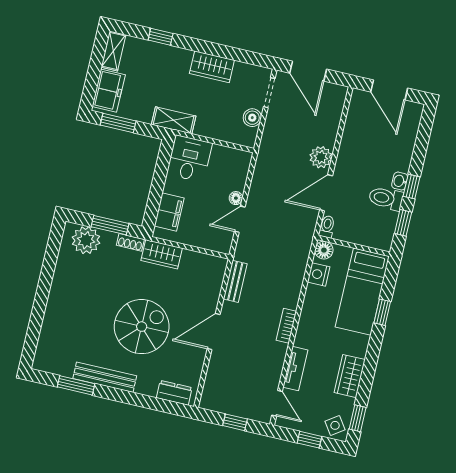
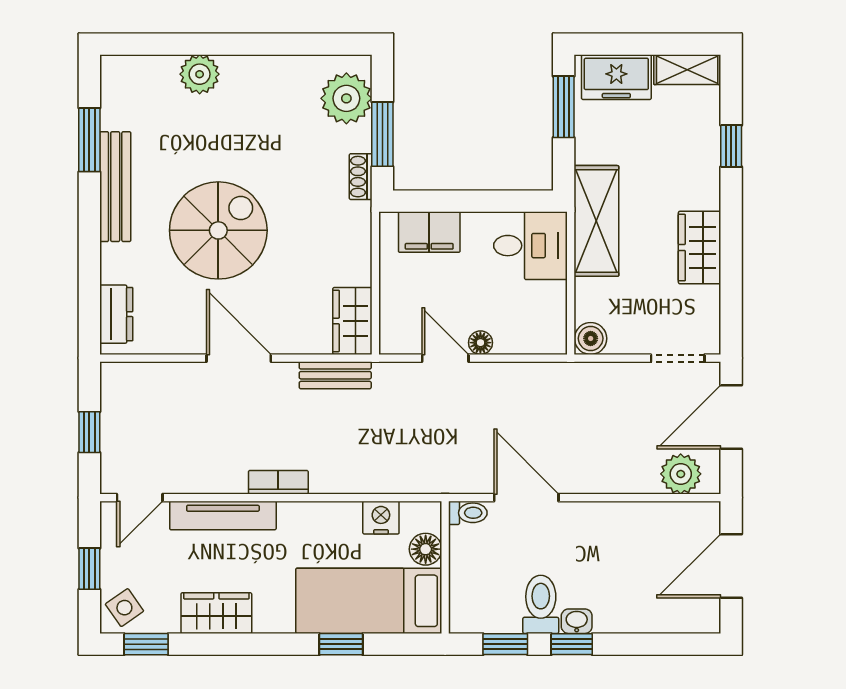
boiler: (252, 118) -> (591, 338), moved
shelving: (174, 120) -> (596, 221), width x1.50, depth x1.33
plant: (321, 157) -> (681, 474), moved
floor lamp: (324, 250) -> (426, 549), moved
wardrobe: (162, 254) -> (352, 321), moved
plant: (54, 317) -> (200, 74), added
spiral stairs: (142, 327) -> (218, 230), turned -90
tv unit: (295, 369) -> (223, 515), width x1.41

